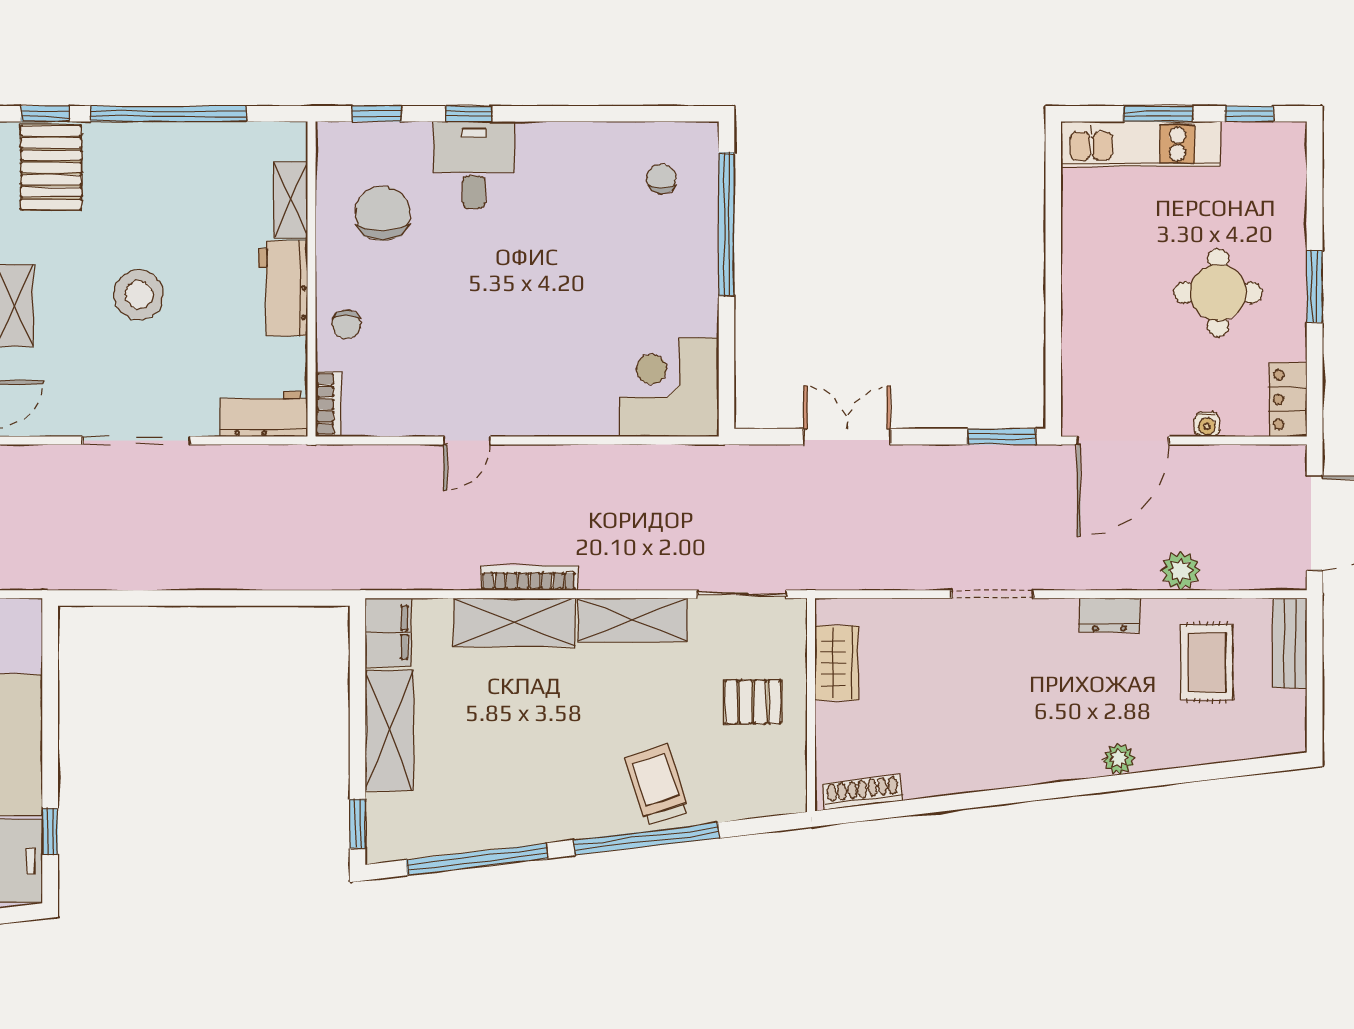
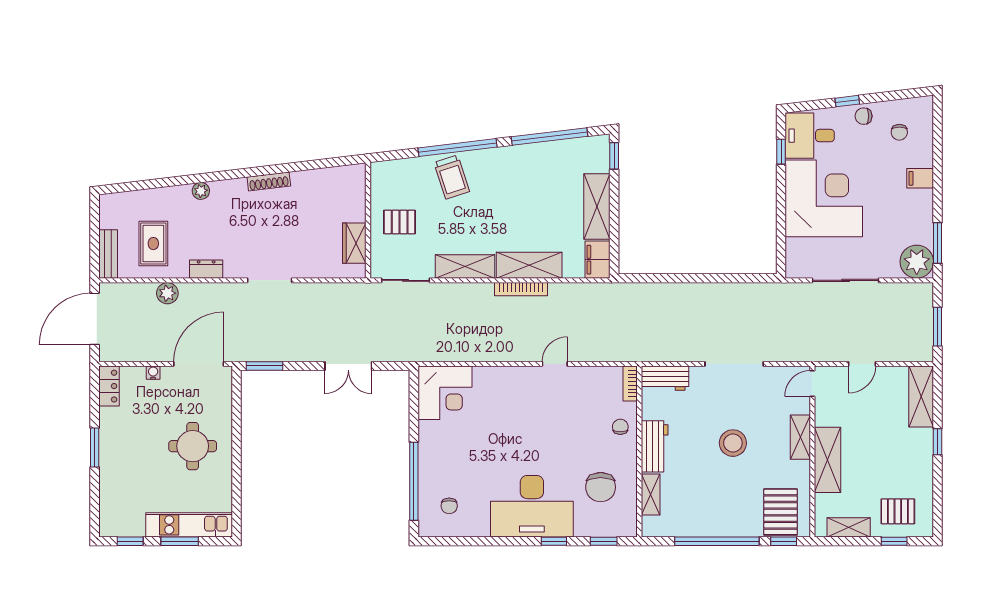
desk: (474, 165) -> (532, 506), width x1.87, depth x1.30
round table: (1218, 293) -> (193, 446), moved
shoe rack: (863, 792) -> (269, 181), moved

